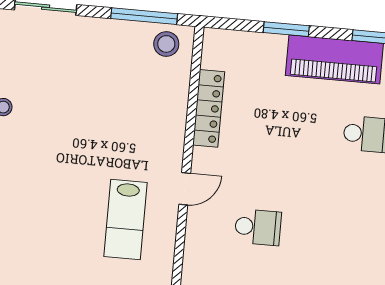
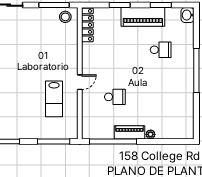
locker: (209, 108) -> (87, 25), moved

